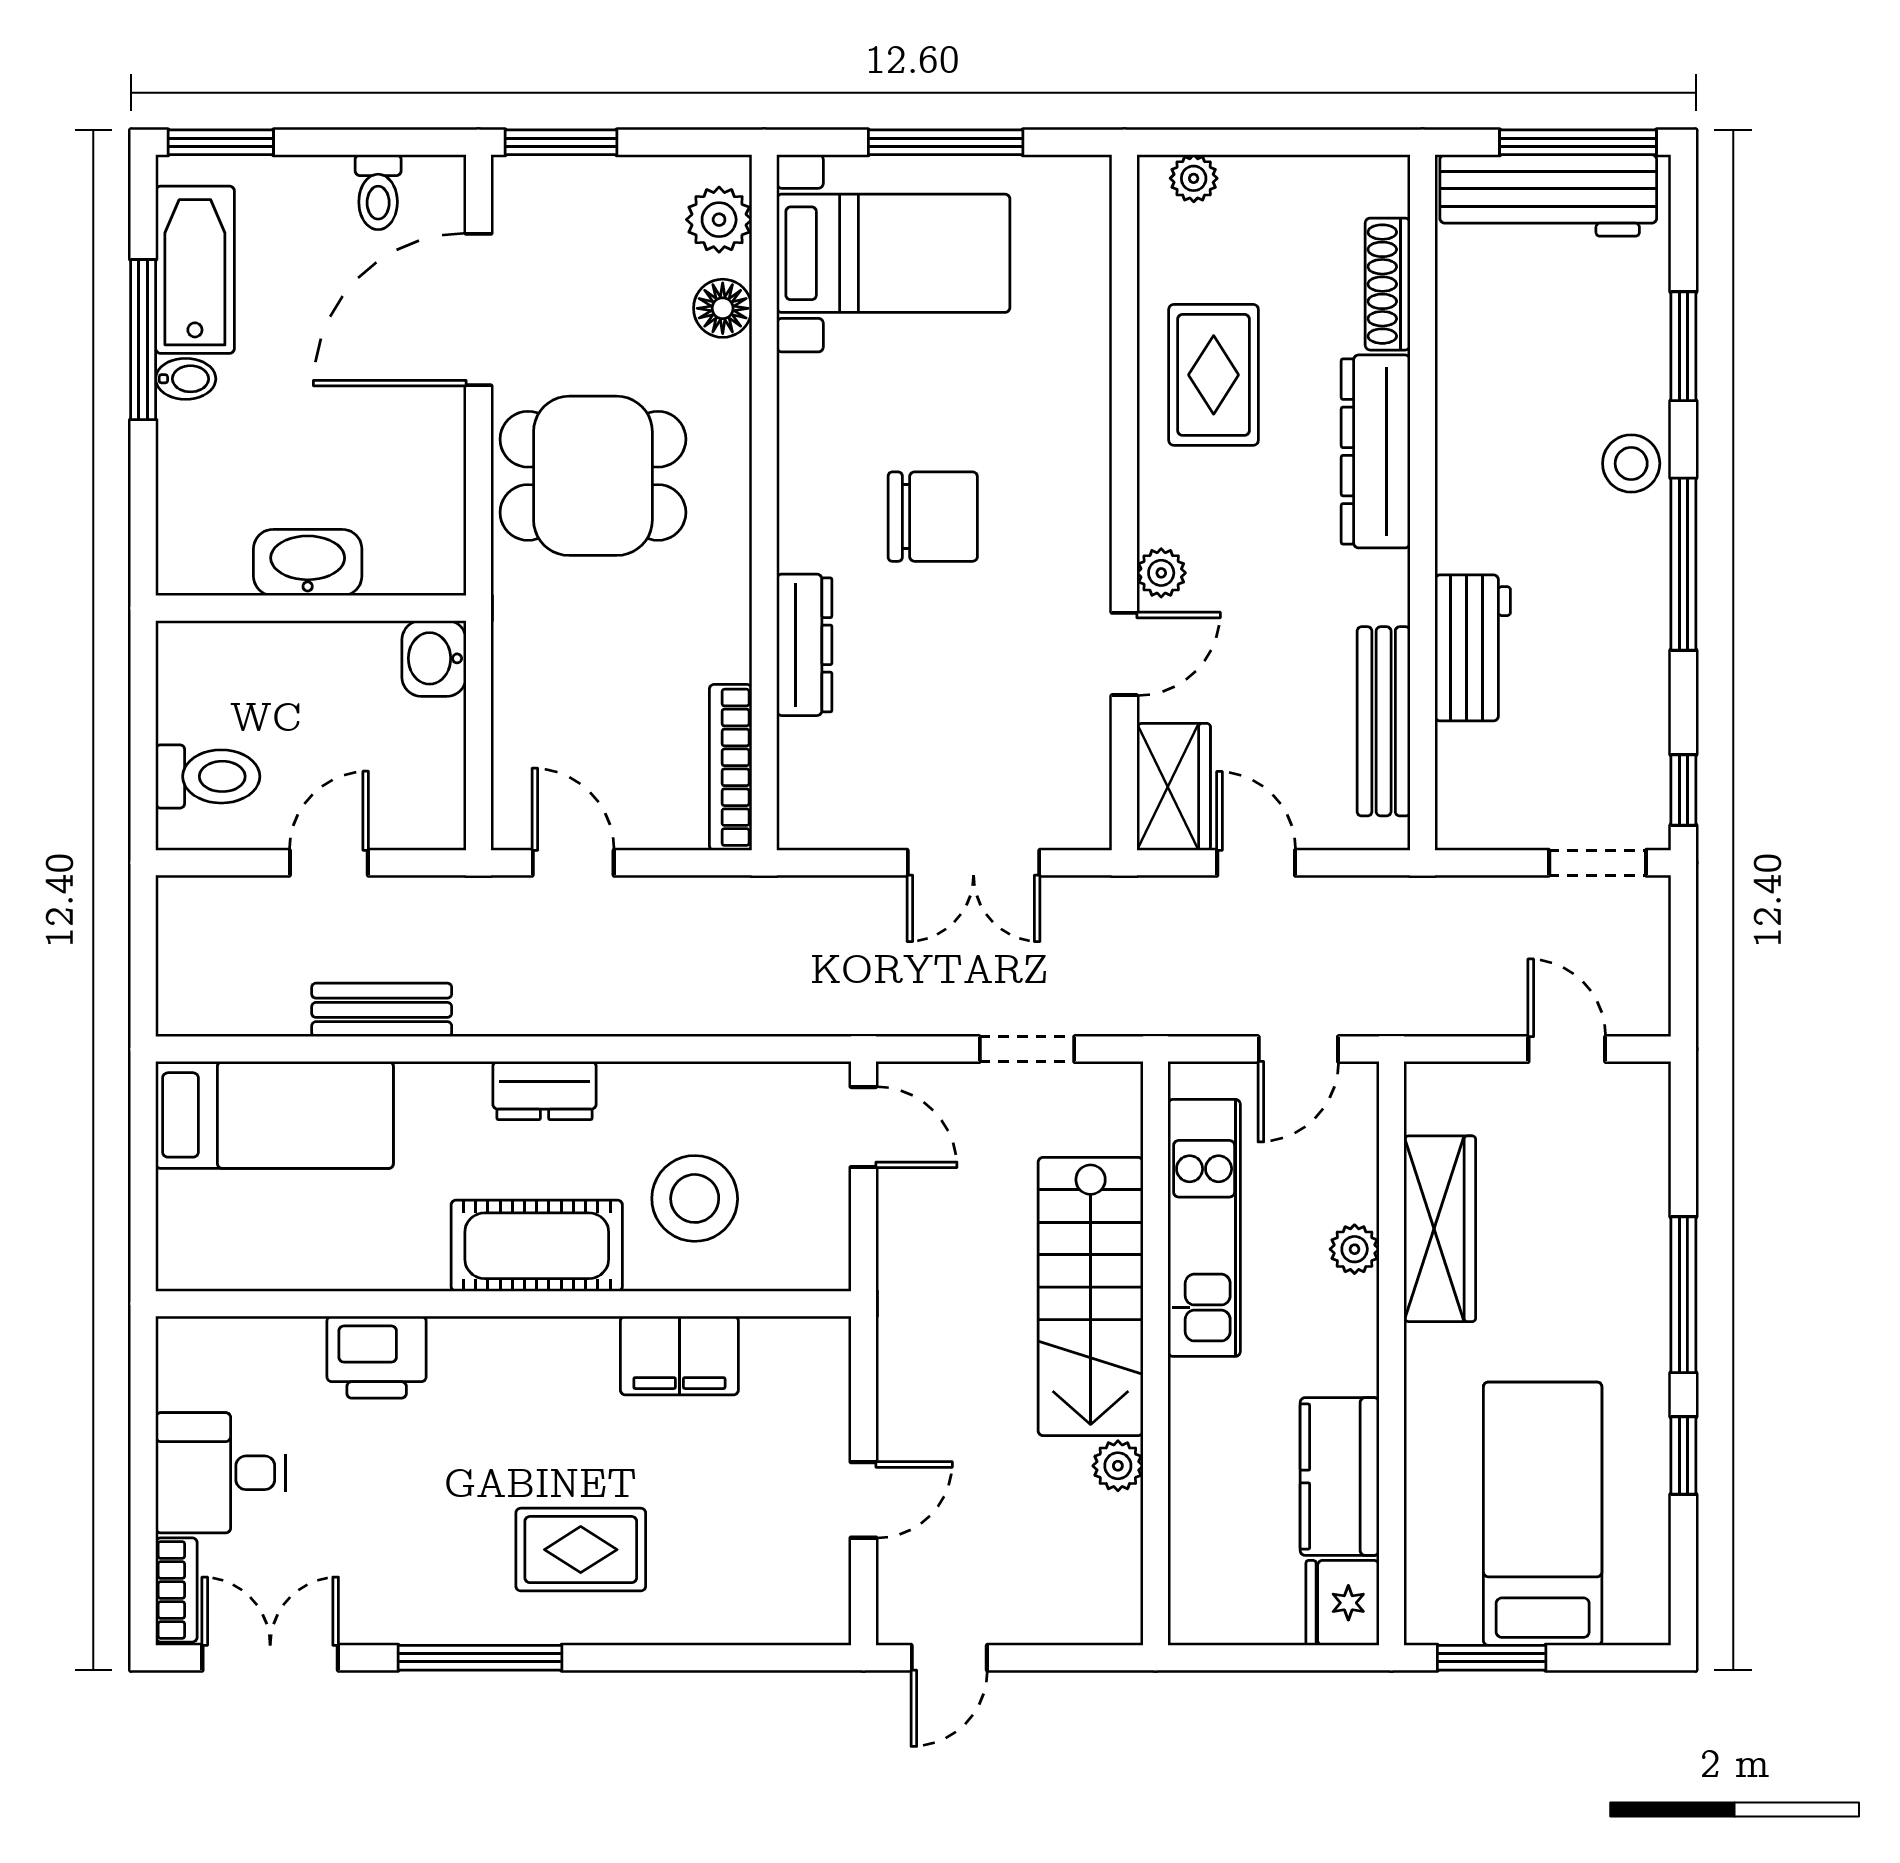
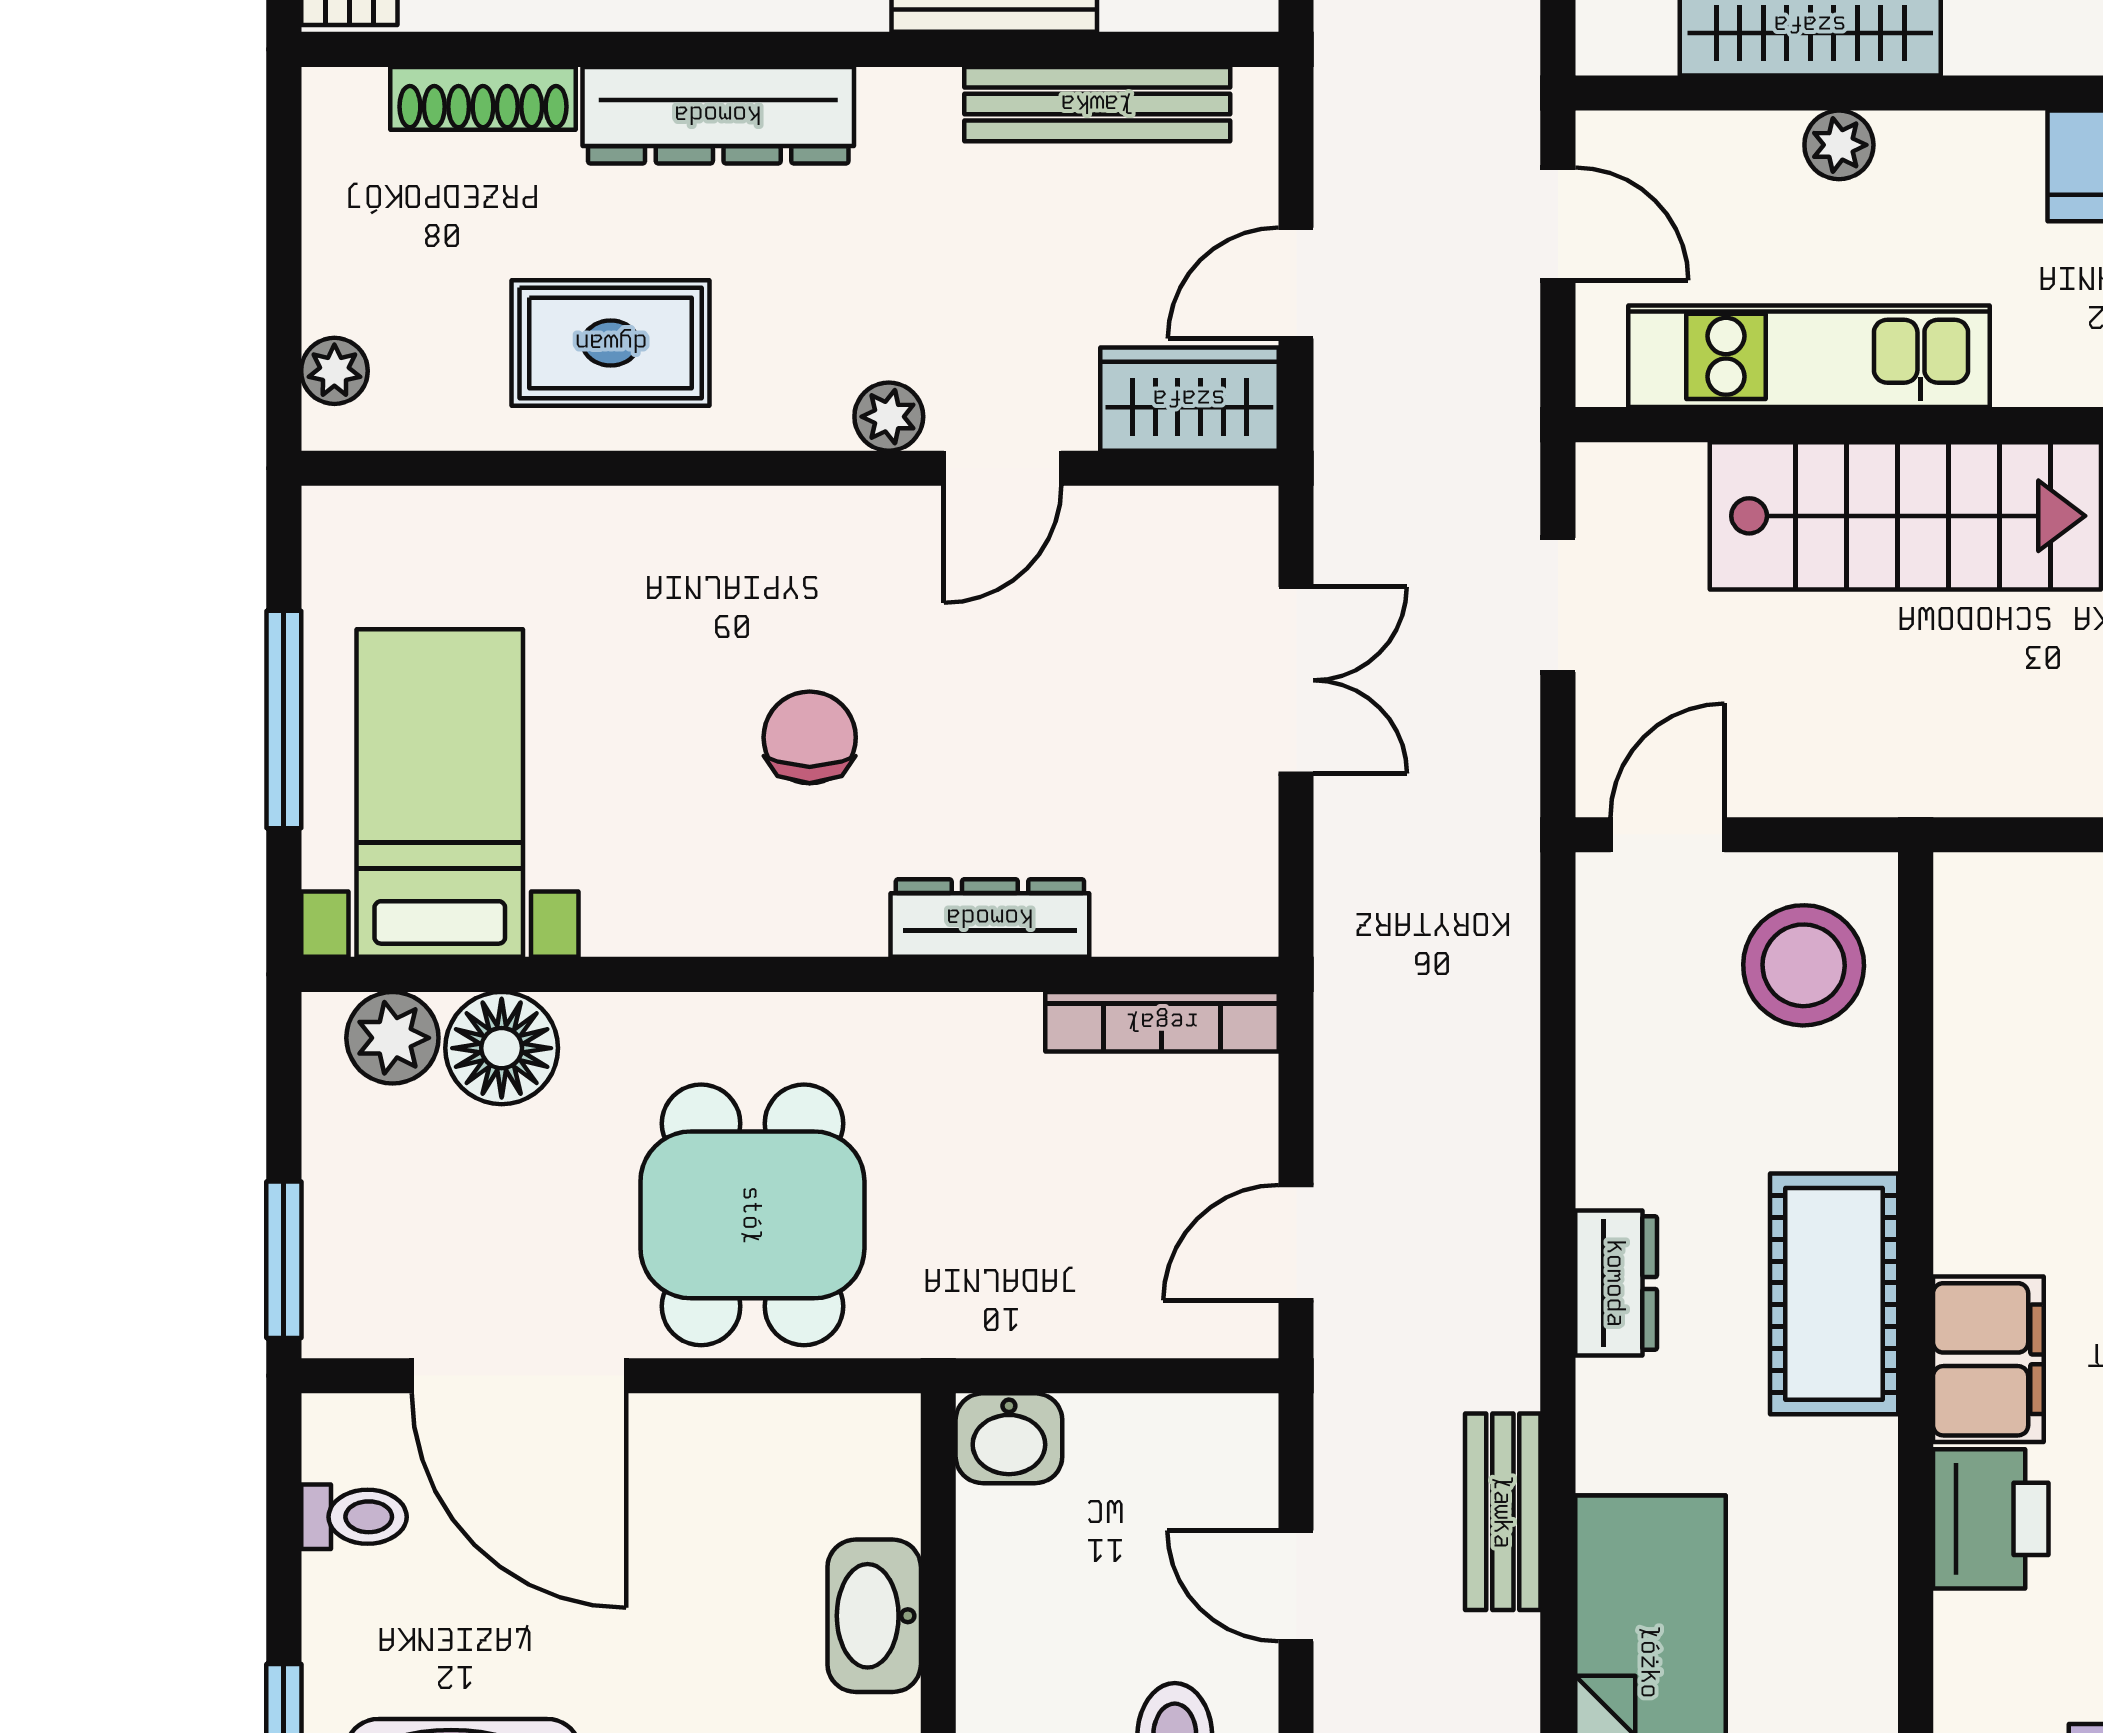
floor lamp: (723, 308) -> (502, 1048), width x1.38, depth x1.38
chair: (933, 517) -> (810, 737), width x0.73, depth x0.73
door: (1124, 654) -> (1003, 468), swing flipped
stool: (695, 1198) -> (1804, 965), moved
filing cabinet: (679, 1355) -> (1988, 1359), moved

